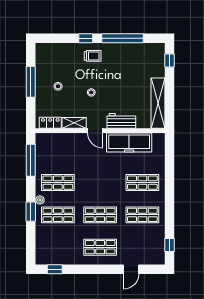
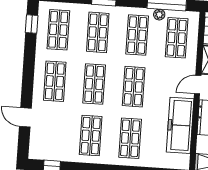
shop shelf: (58, 150) -> (177, 38), added
shop shelf: (100, 183) -> (134, 87), added
plant: (40, 200) -> (159, 15), moved
shop shelf: (58, 247) -> (58, 30), added

